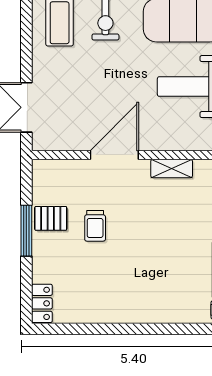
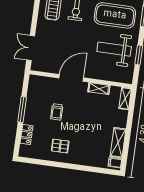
pallet: (51, 218) -> (60, 146), moved
locker: (42, 303) -> (27, 134), moved

